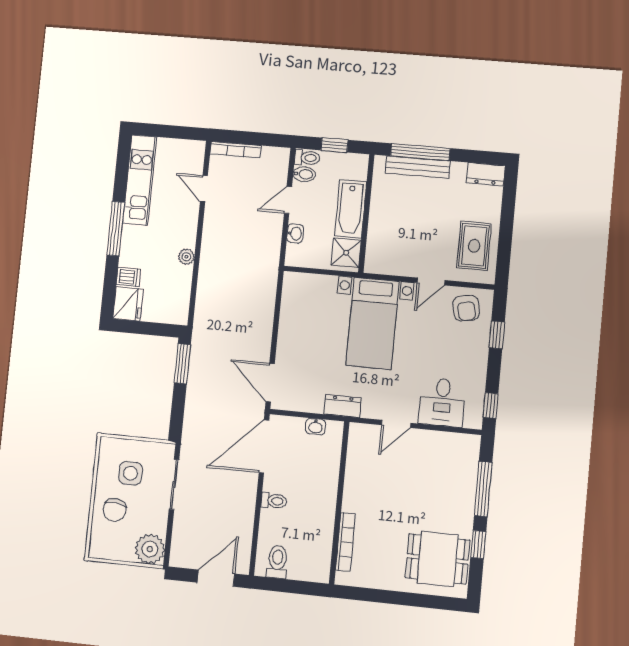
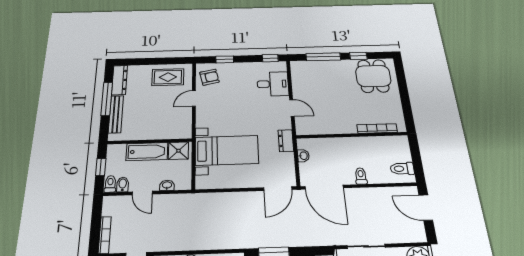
window: (420, 152) -> (107, 99), moved
dresser: (486, 174) -> (120, 80), width x1.44
door: (431, 281) -> (194, 98), swing flipped
bed with nightstands: (373, 323) -> (227, 150), moved

